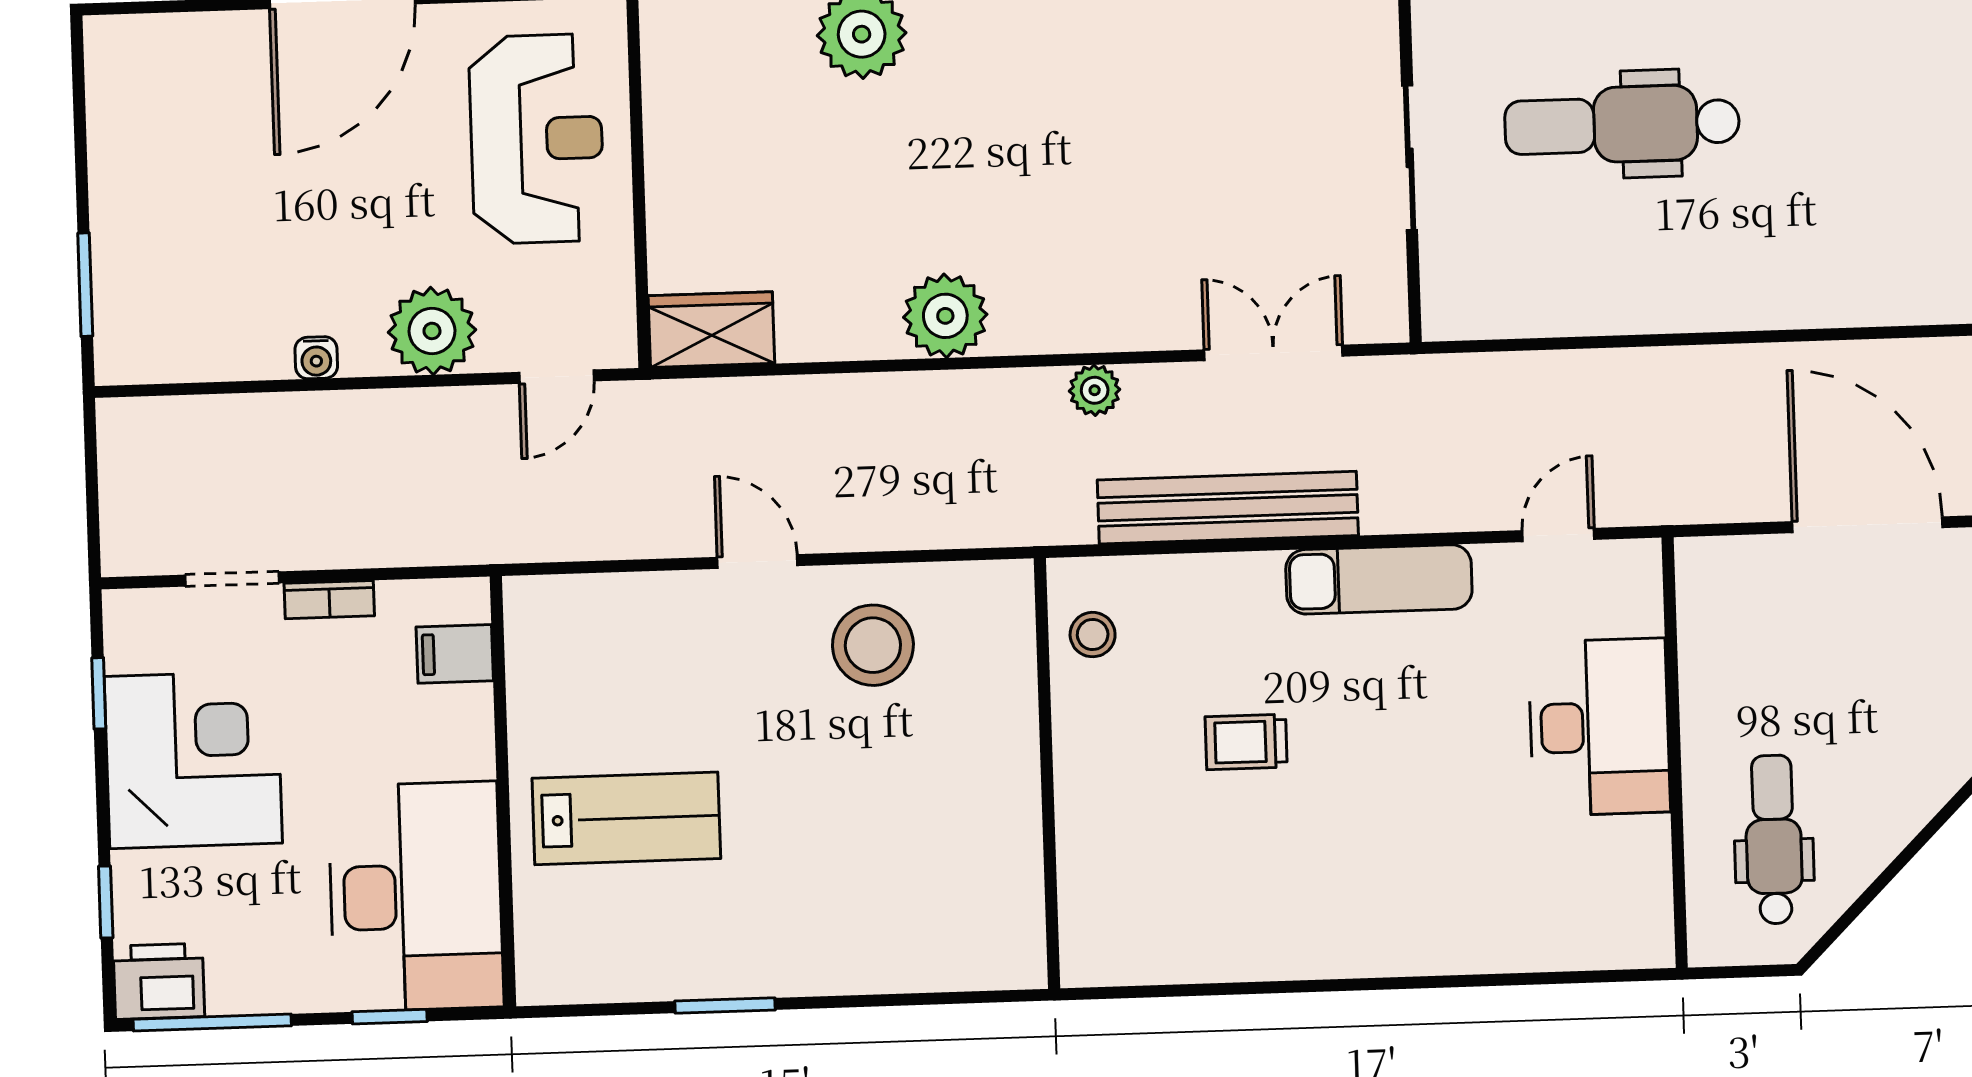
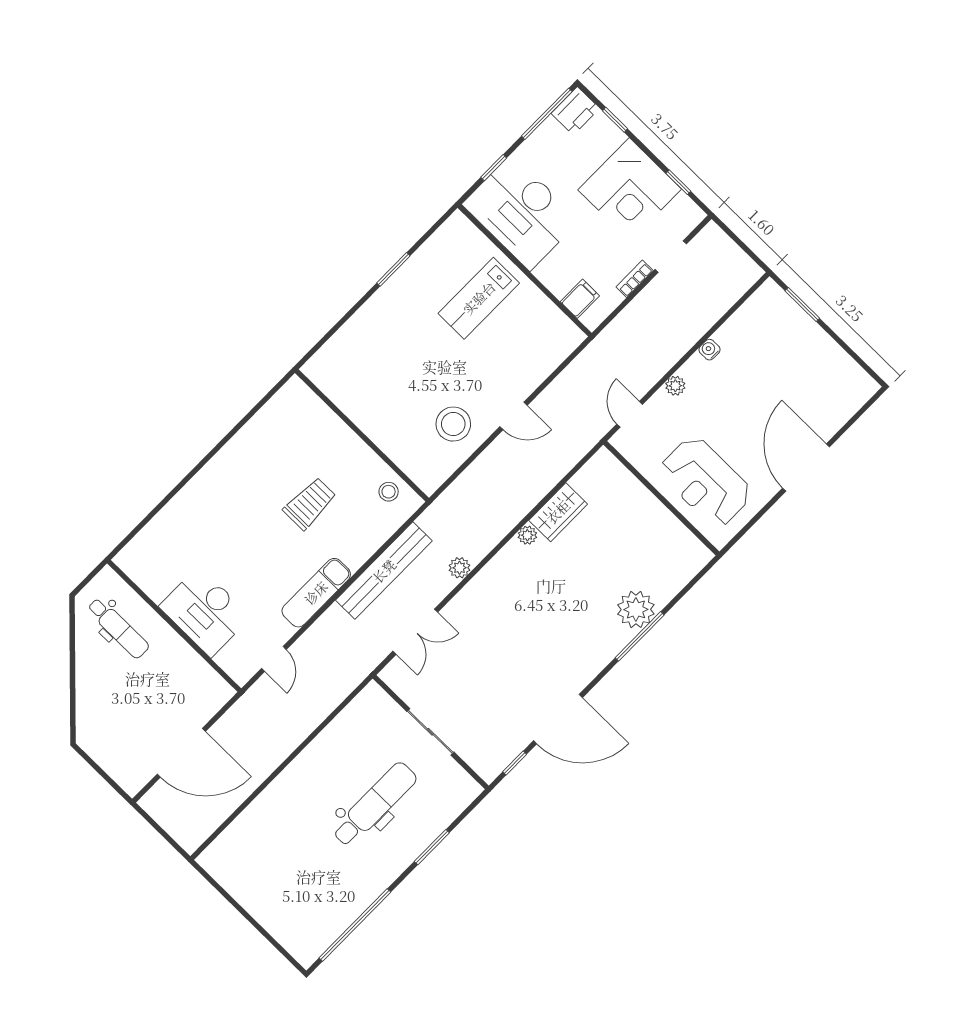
plant: (945, 316) -> (527, 535), width x0.53, depth x0.53
wardrobe: (711, 330) -> (558, 512), moved
plant: (432, 331) -> (675, 386), width x0.53, depth x0.53
trolley: (1246, 742) -> (310, 504), width x1.36, depth x1.39

